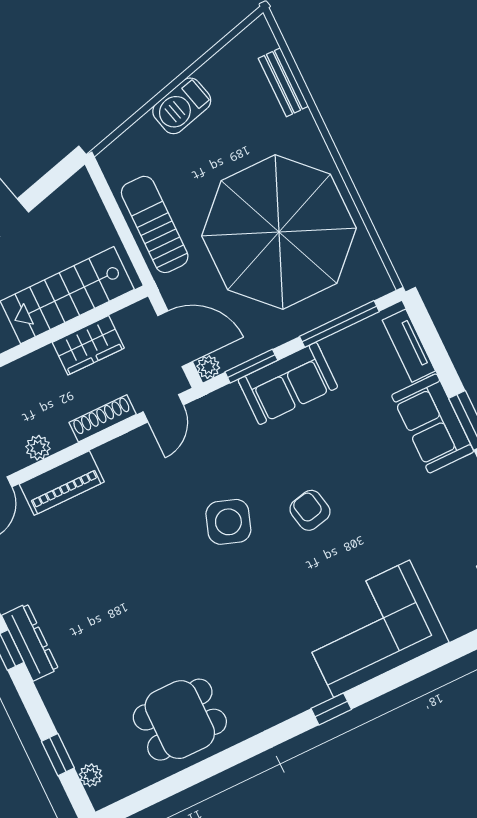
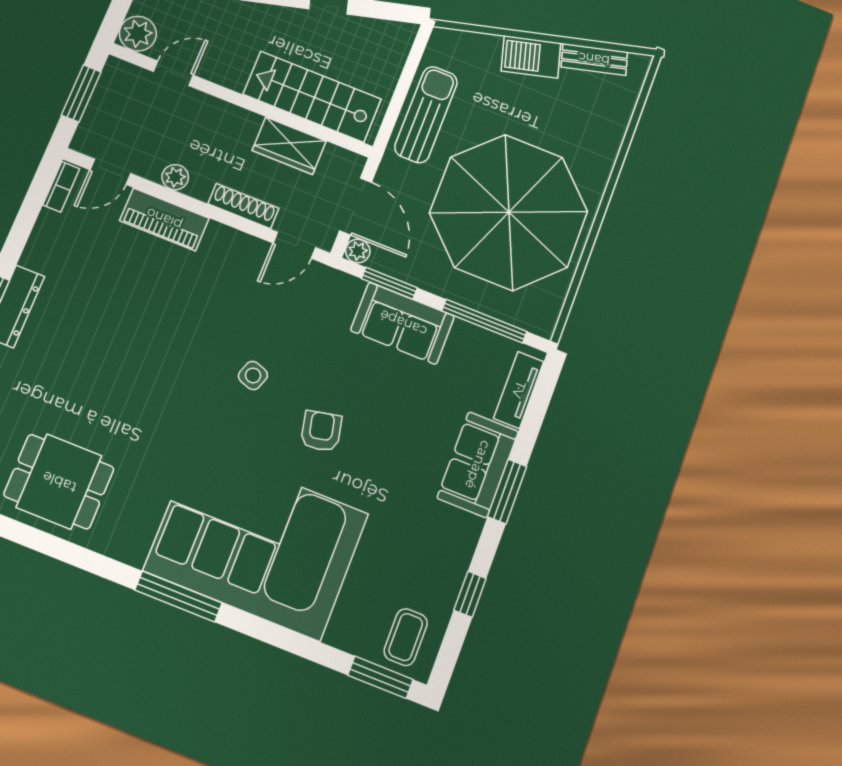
bench: (283, 82) -> (594, 59), moved, turned 75
side table: (228, 522) -> (253, 375), width x0.54, depth x0.54
corner sofa: (372, 629) -> (256, 542), width x1.36, depth x1.36
window: (331, 709) -> (178, 597), width x2.17

